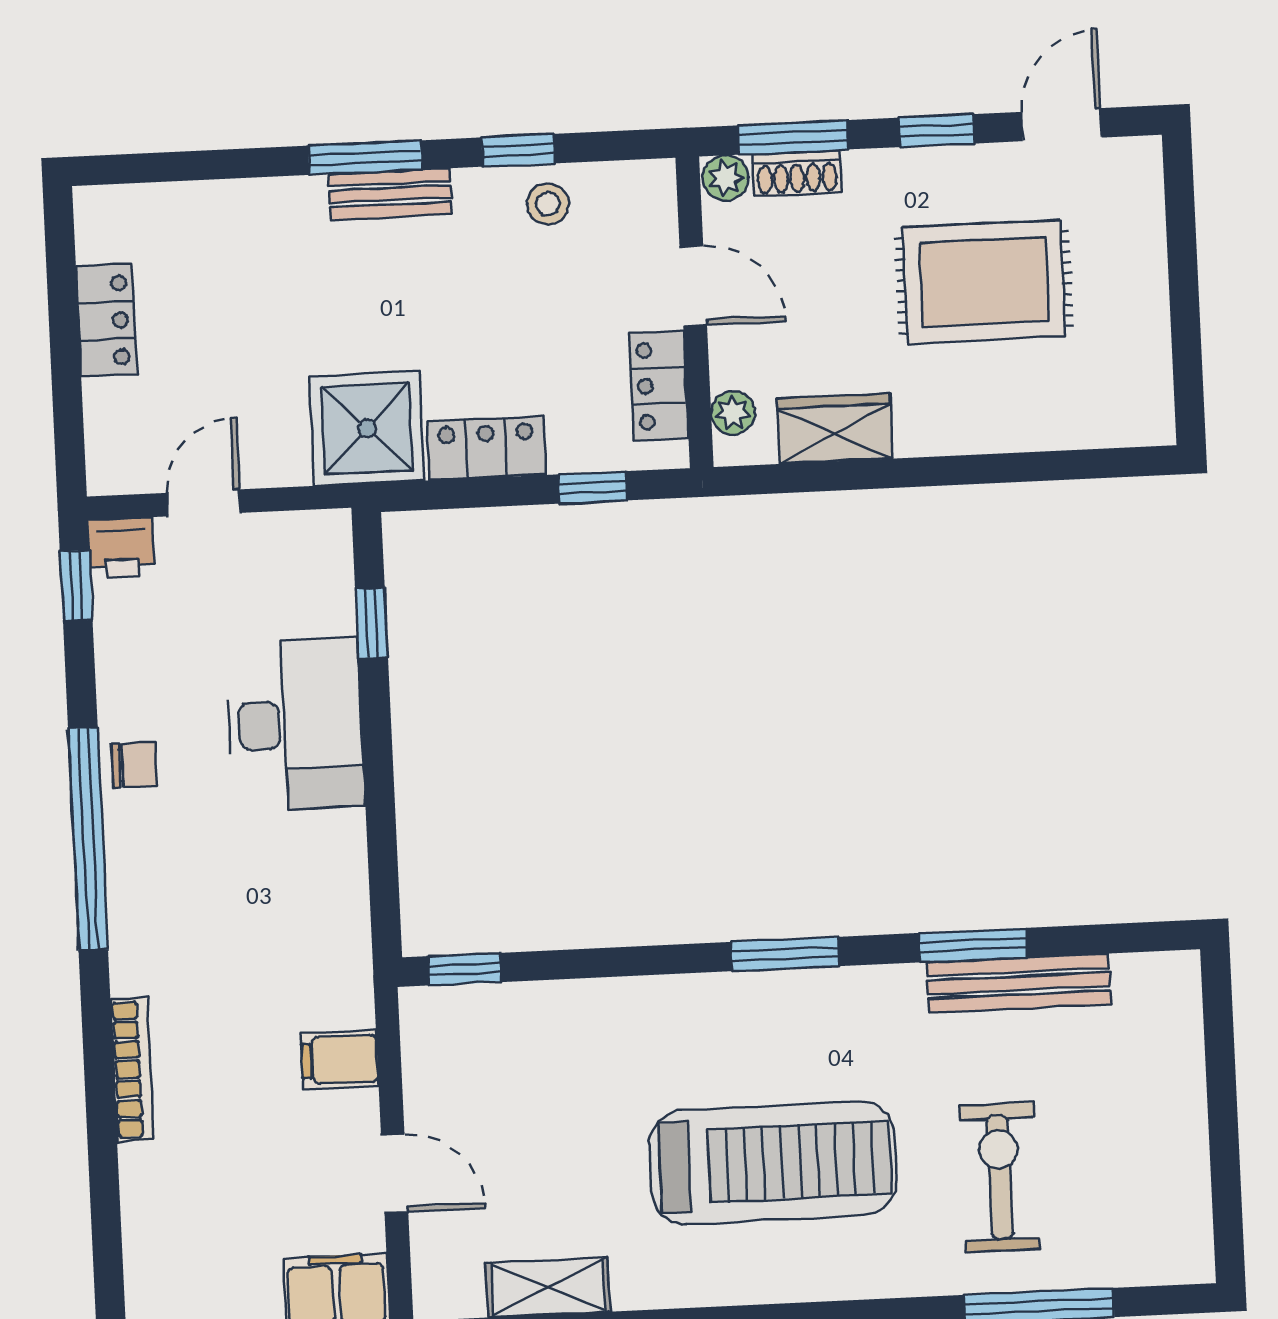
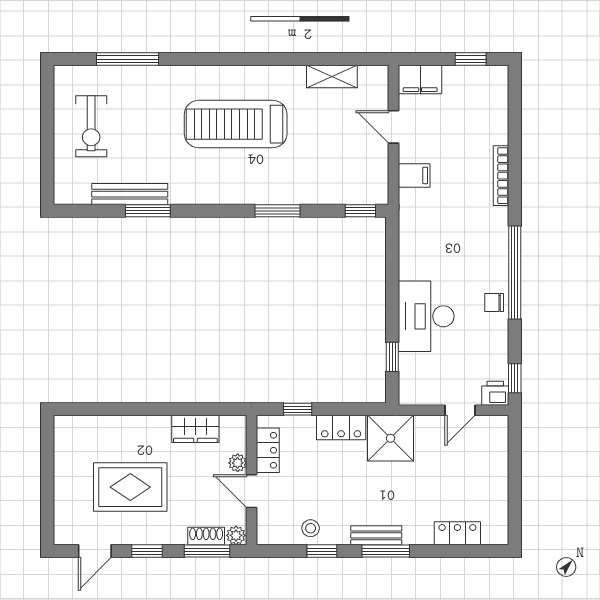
locker: (106, 320) -> (457, 533), moved, turned 90
plant: (733, 413) -> (238, 463), moved
window: (785, 954) -> (277, 211), moved
exercise bike: (1000, 1177) -> (91, 126), moved

